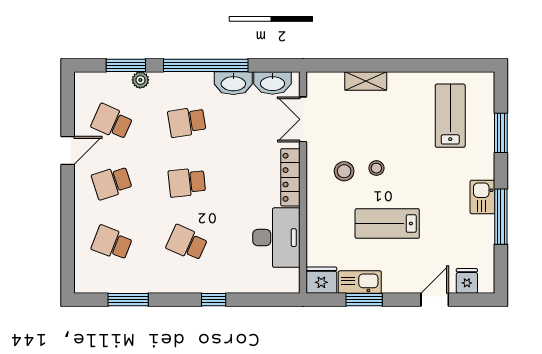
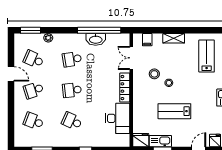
window: (126, 65) -> (30, 30), moved
window: (206, 65) -> (99, 30), moved
shelving: (366, 81) -> (174, 38), moved
washbasin: (273, 83) -> (116, 39), removed
filing cabinet: (334, 84) -> (147, 40), added
door: (68, 151) -> (11, 74), hinge flipped
stool: (344, 171) -> (154, 74), moved

